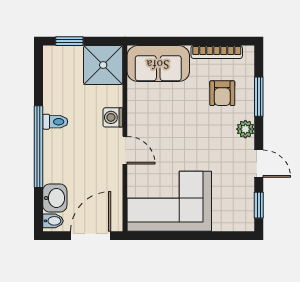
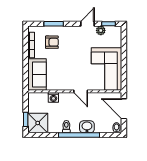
shower: (103, 65) -> (38, 123), moved
washing machine: (113, 117) -> (53, 97), moved
plant: (245, 129) -> (101, 30), moved
door: (125, 150) -> (81, 91), swing flipped
washbasin: (55, 198) -> (87, 127), moved

